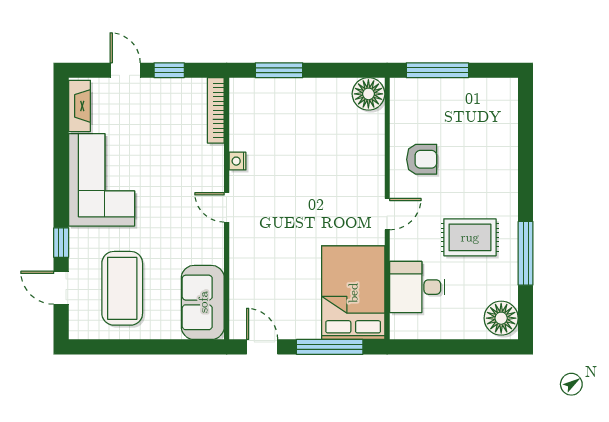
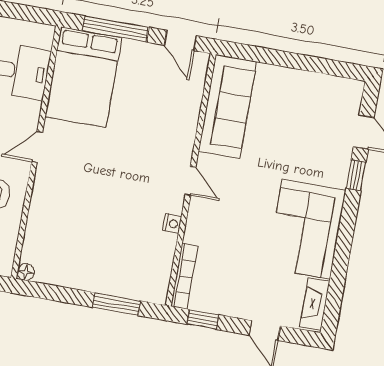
window: (169, 70) -> (203, 319), moved
floor lamp: (368, 94) -> (26, 272), width x0.53, depth x0.53
coffee table: (122, 288) -> (305, 121), removed
sofa: (203, 302) -> (228, 106), width x1.36

